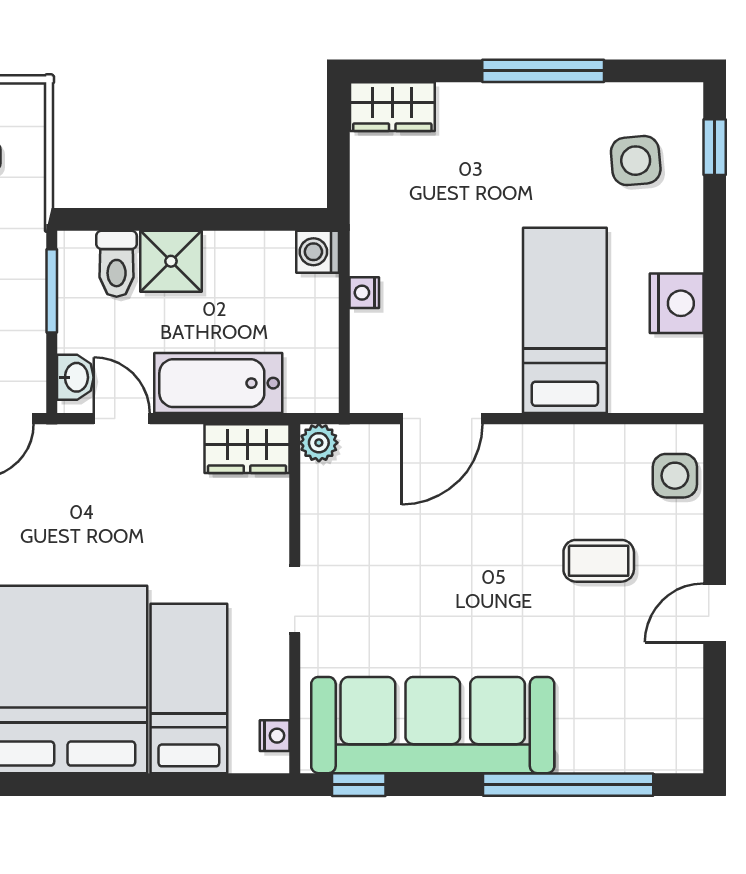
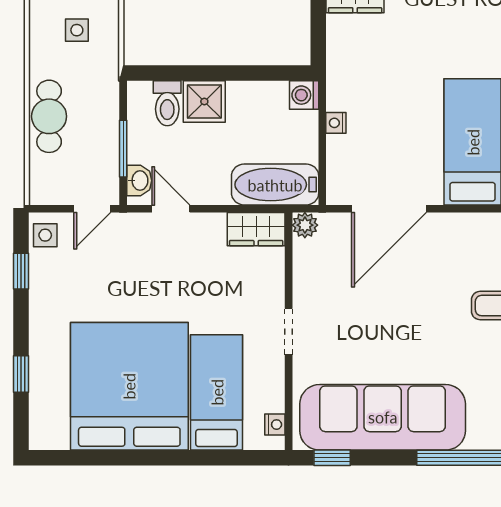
window: (52, 291) -> (123, 149), moved
bathtub: (218, 383) -> (275, 185), moved
door: (442, 419) -> (389, 209), width x1.36

